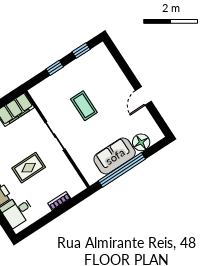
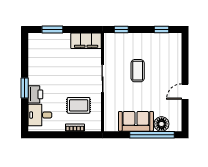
window: (55, 68) -> (121, 30), moved
rug: (29, 168) -> (79, 105), moved
window: (122, 170) -> (152, 135), moved

